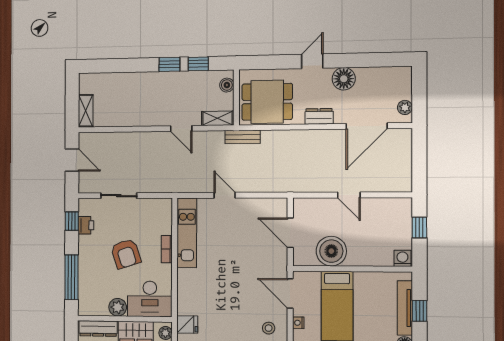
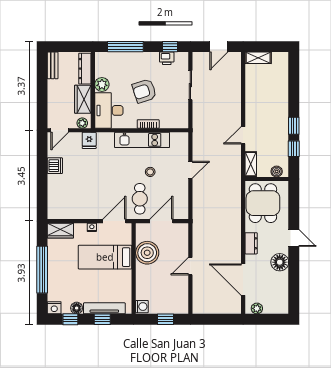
bench: (243, 137) -> (236, 184), removed
kitchen unit: (187, 233) -> (142, 140), moved
cafe table: (261, 260) -> (140, 199), added
stool: (269, 328) -> (150, 172), moved

